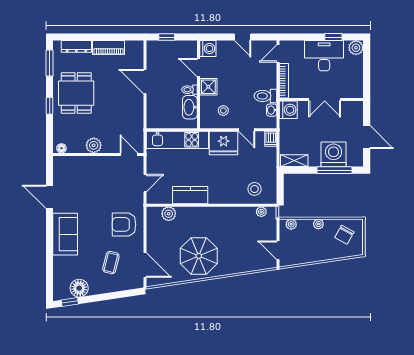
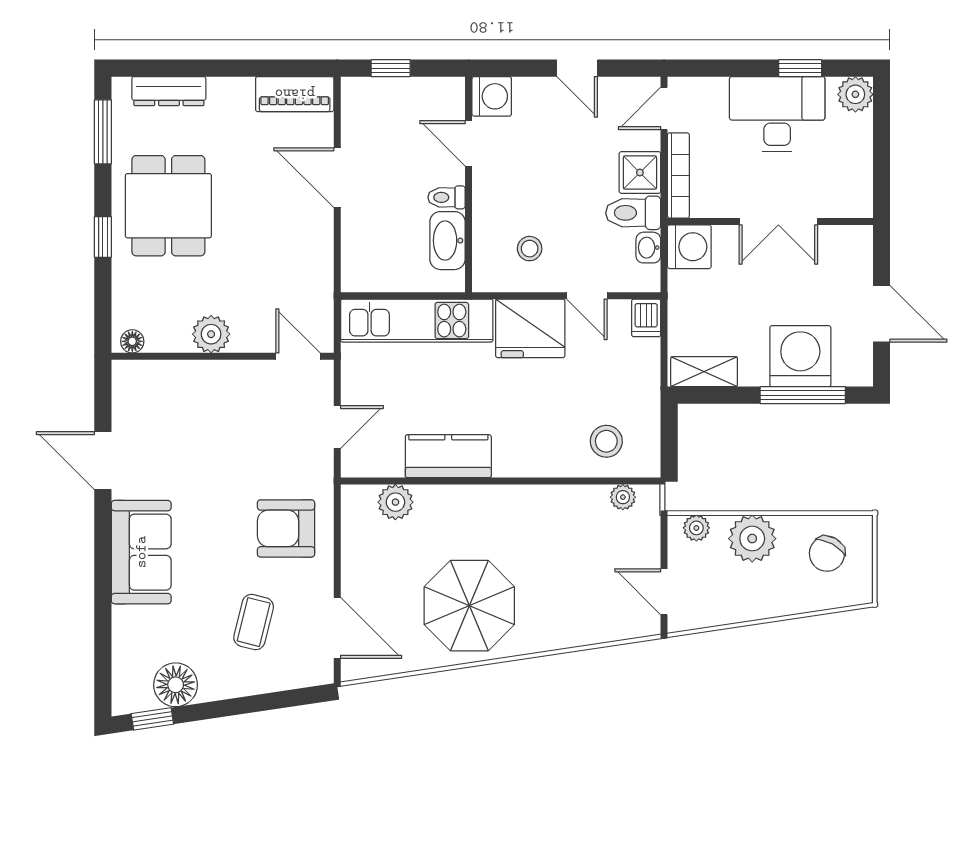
piano: (109, 48) -> (295, 94), moved
shower: (208, 87) -> (640, 173), moved
plant: (318, 224) -> (752, 539), width x1.88, depth x1.88

